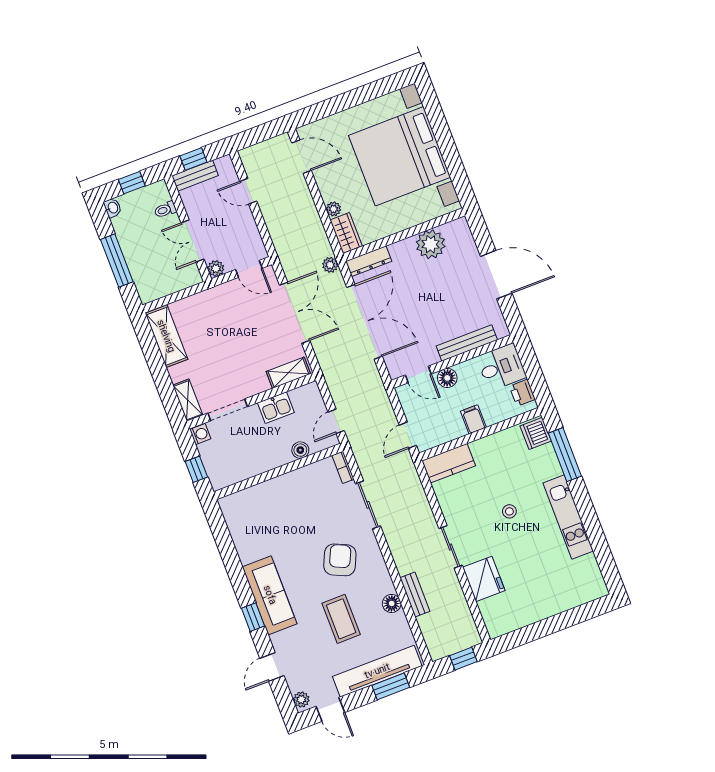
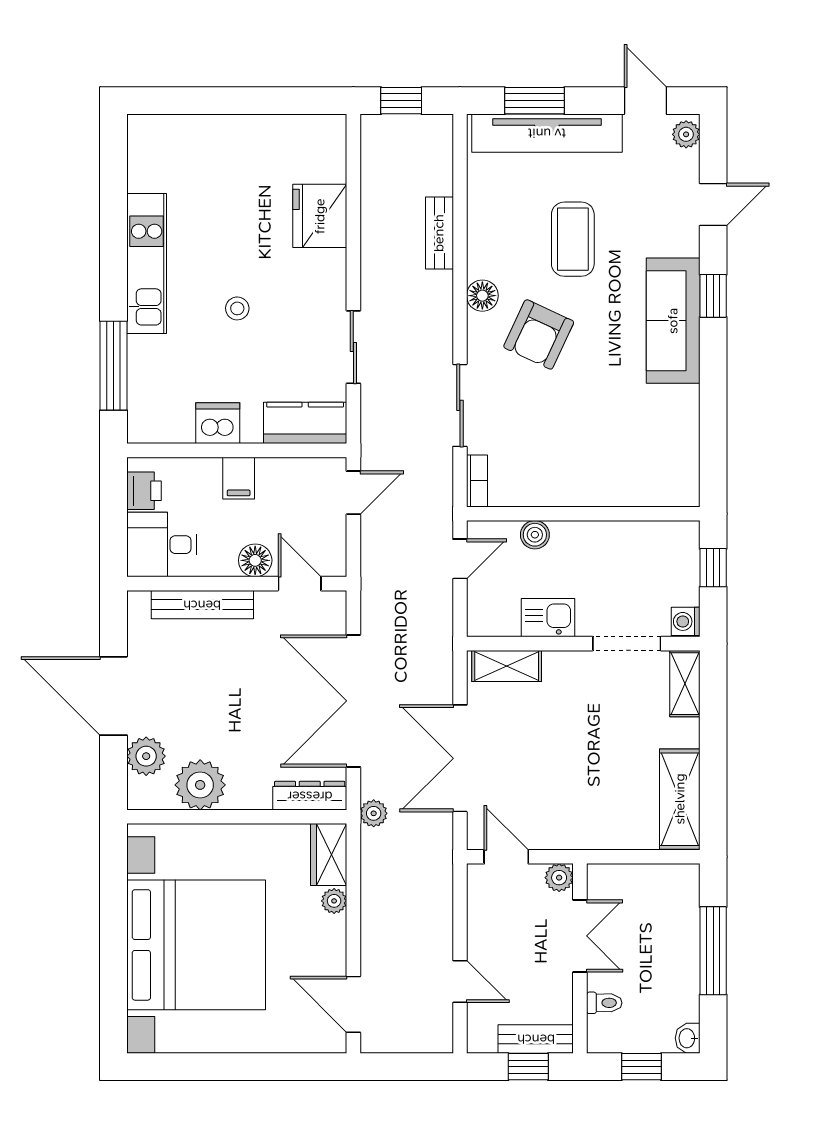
plant: (466, 249) -> (146, 756), added
dishwasher: (536, 433) -> (218, 423), moved, turned -90
sliding door: (451, 547) -> (353, 347), moved
floor lamp: (392, 603) -> (482, 296), moved

